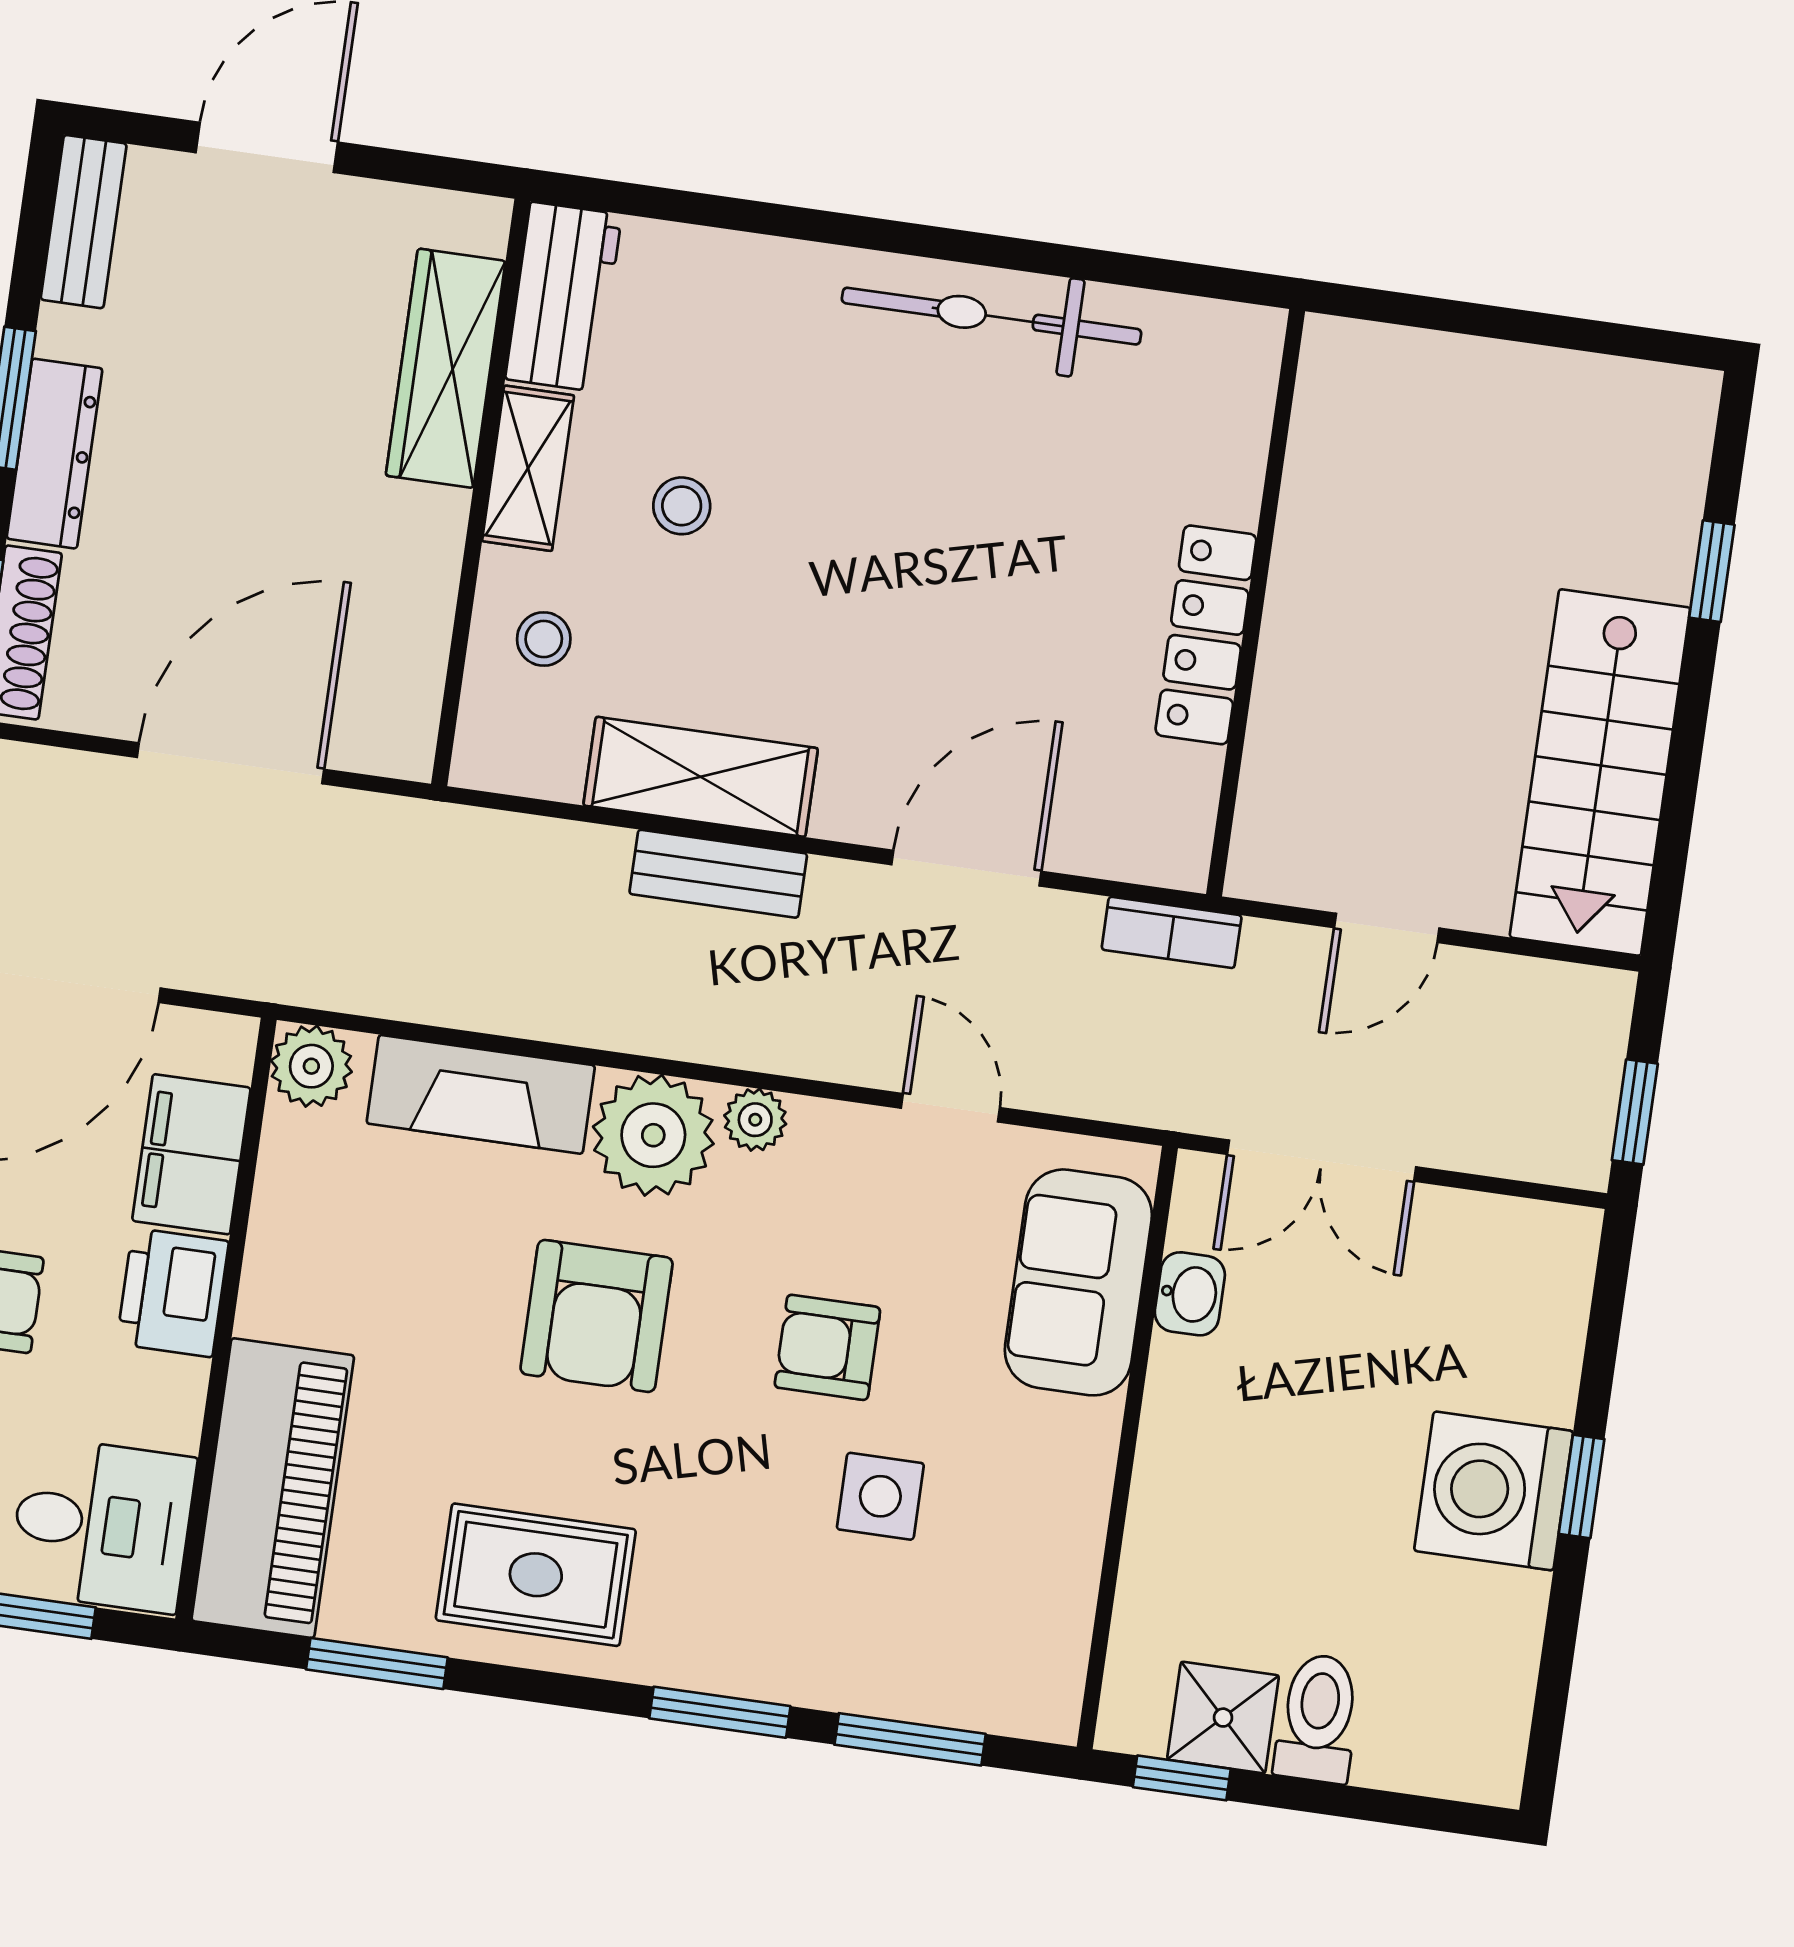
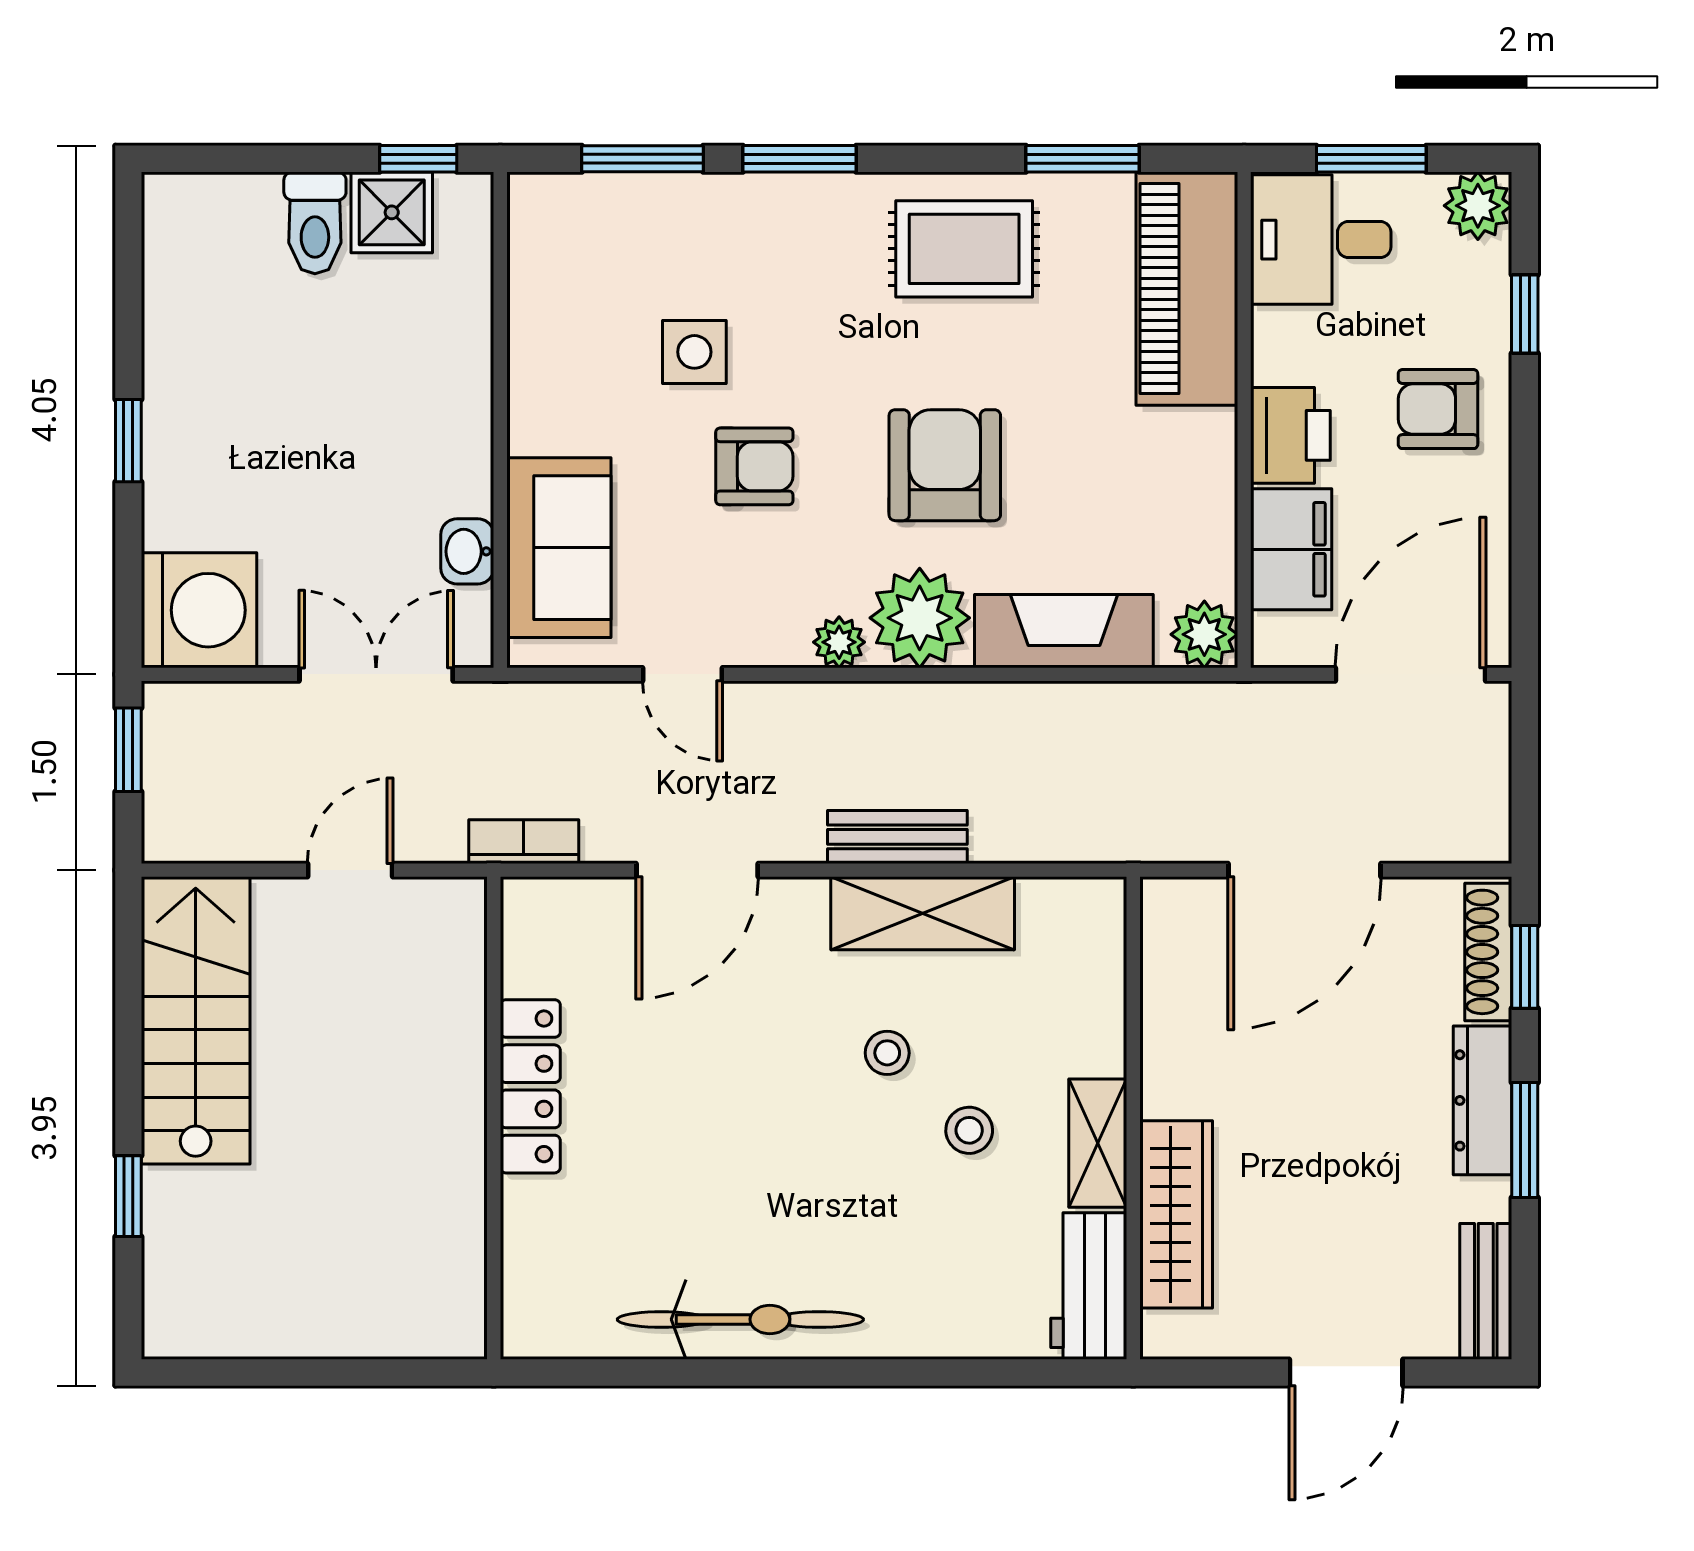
stool: (544, 639) -> (887, 1053), moved
washing machine: (1494, 1491) -> (199, 610), moved

